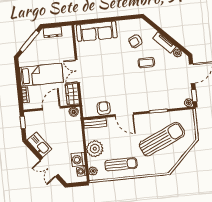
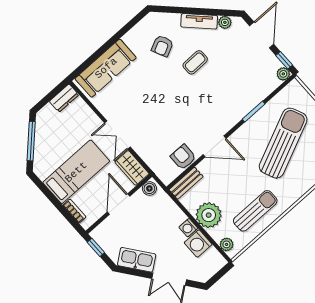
dresser: (53, 32) -> (64, 98), moved
washing machine: (81, 171) -> (188, 228), moved

